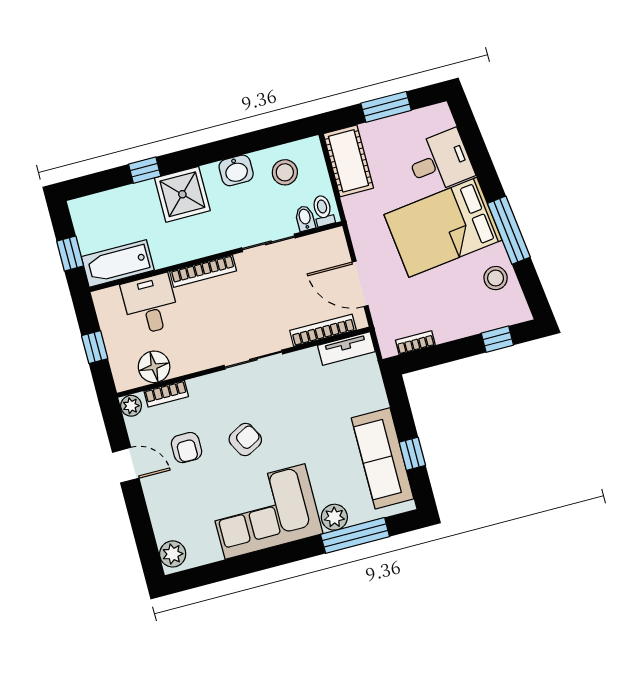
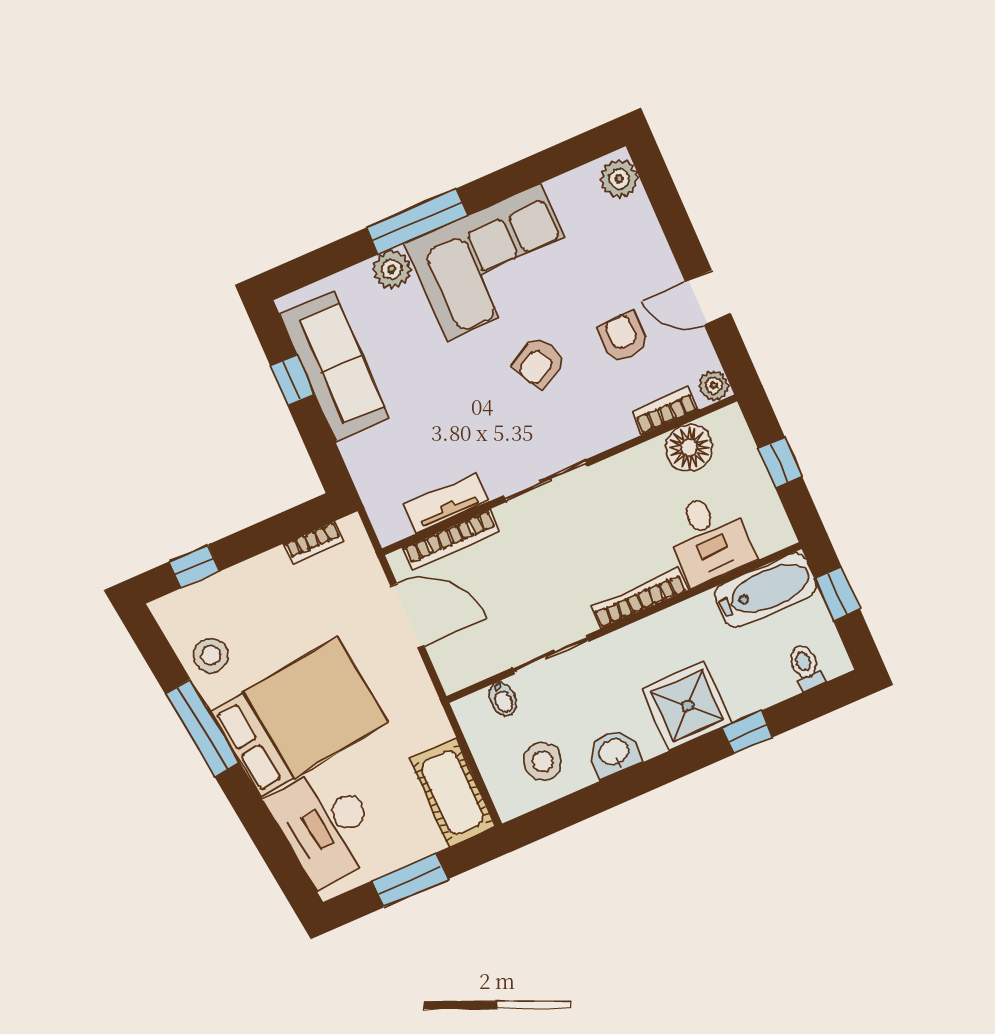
desk: (440, 162) -> (326, 825), width x1.37
toilet: (323, 211) -> (806, 667), moved, turned 180
tv unit: (346, 349) -> (447, 503), moved
window: (355, 535) -> (417, 221), moved

